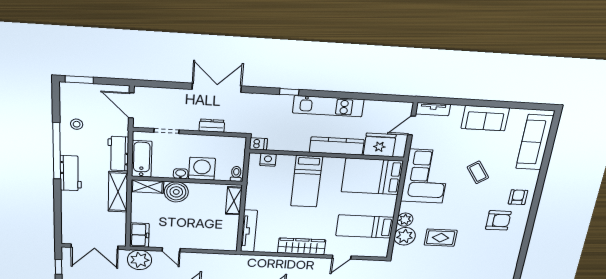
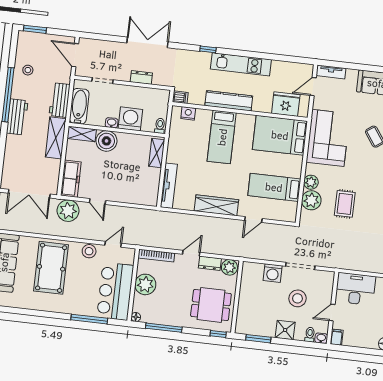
kitchen counter: (337, 146) -> (229, 101), moved
freezer: (139, 235) -> (71, 179), width x1.40
rug: (441, 238) -> (345, 204), turned 90

